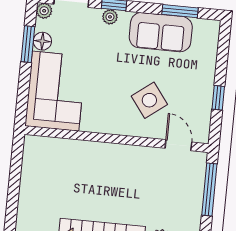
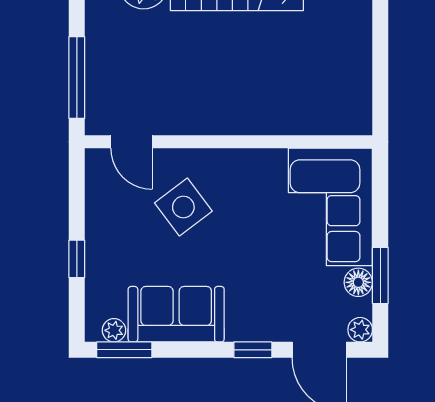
window: (180, 11) -> (124, 350), moved
plant: (110, 17) -> (114, 330), moved
window: (218, 98) -> (77, 259), moved

